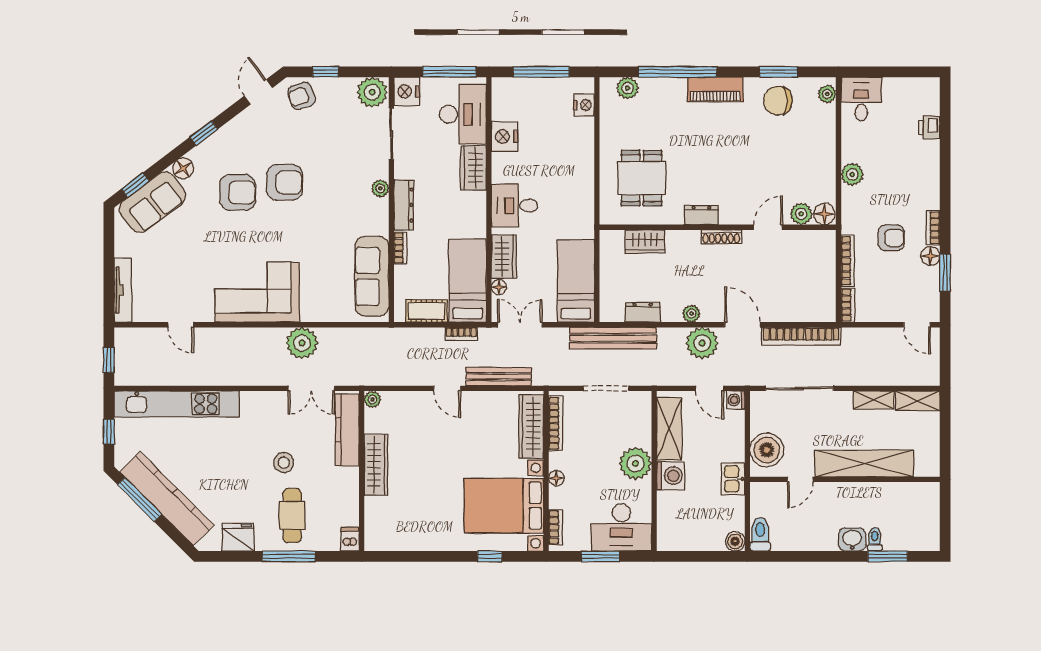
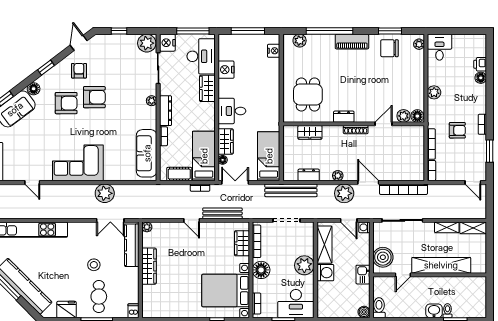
armchair: (301, 96) -> (79, 71), moved, turned 110
floor lamp: (930, 256) -> (481, 78), moved
wardrobe: (531, 427) -> (242, 243), width x0.67
floor lamp: (556, 478) -> (261, 270), width x1.89, depth x1.89

